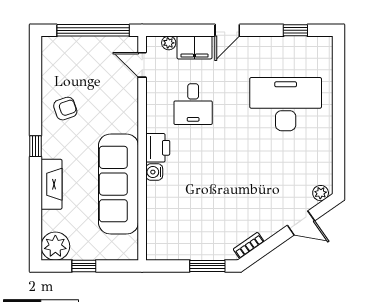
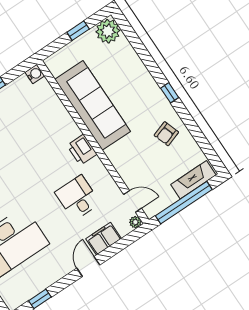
plant: (169, 43) -> (135, 222), moved
water cooler: (154, 172) -> (35, 74), moved
fireplace: (51, 184) -> (193, 180), moved, turned 90

